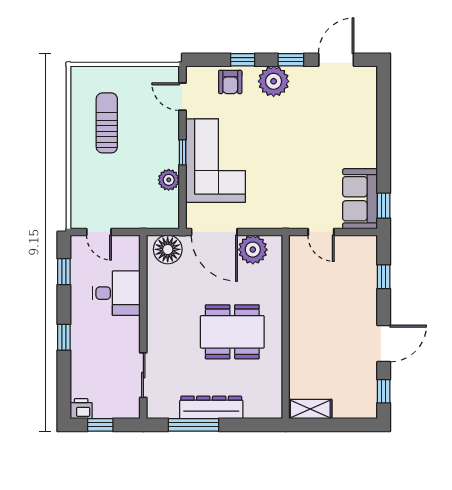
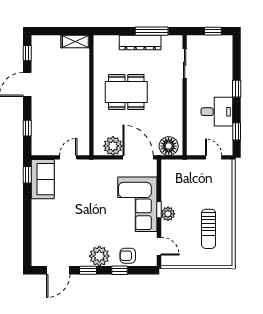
armchair: (230, 82) -> (128, 256), turned -90
plant: (169, 180) -> (168, 214), moved
door: (321, 232) -> (68, 157), hinge flipped
desk: (116, 293) -> (217, 112), moved, turned 180
printer: (81, 409) -> (225, 42), removed

